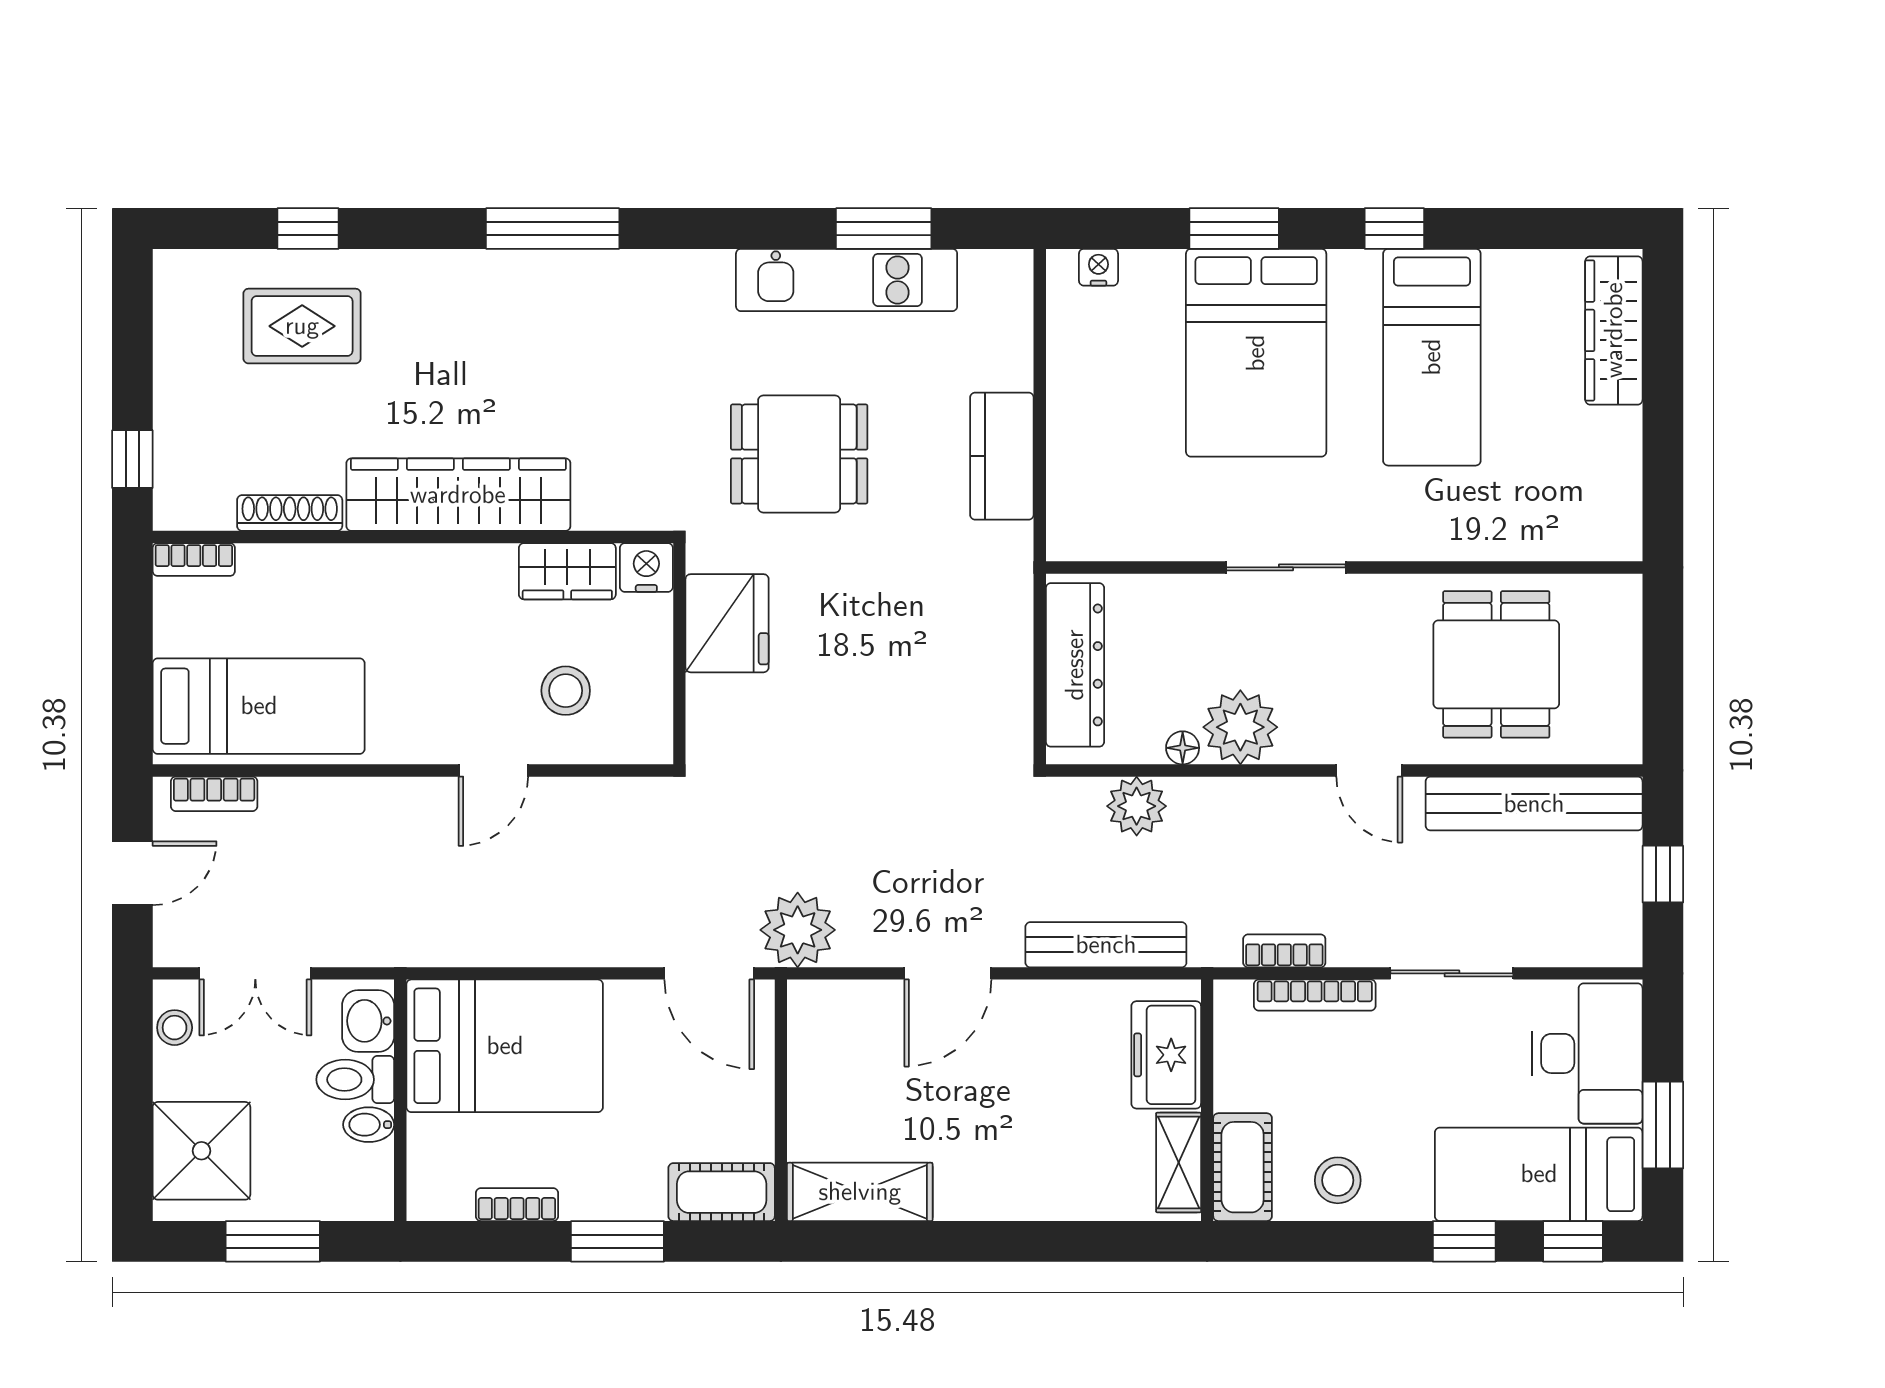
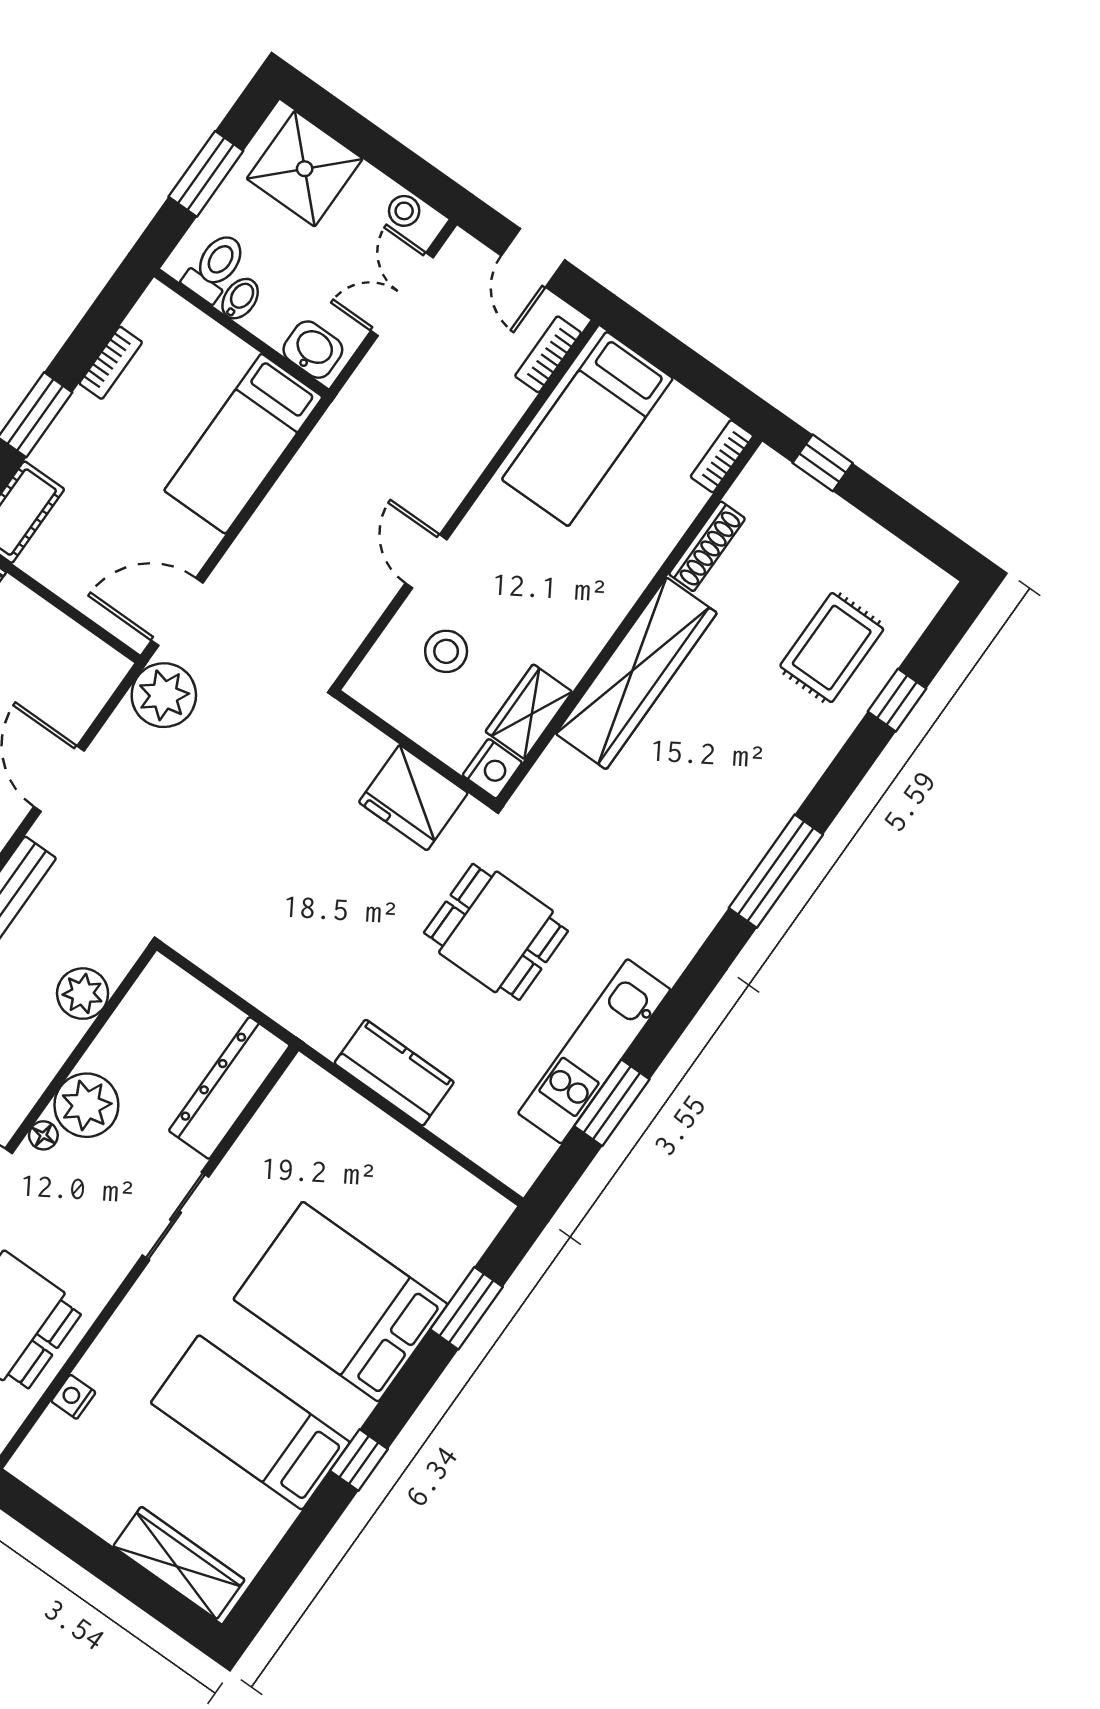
window: (1234, 228) -> (466, 1308), moved
nightstand: (1098, 267) -> (73, 1397), moved, turned 180
dining table: (799, 454) -> (496, 932), turned 90
dresser: (1075, 665) -> (229, 1088), moved, turned 90
floor lamp: (1183, 748) -> (43, 1135), moved
bed: (505, 1046) -> (243, 444), width x0.67
toilet: (355, 1080) -> (215, 267), moved

